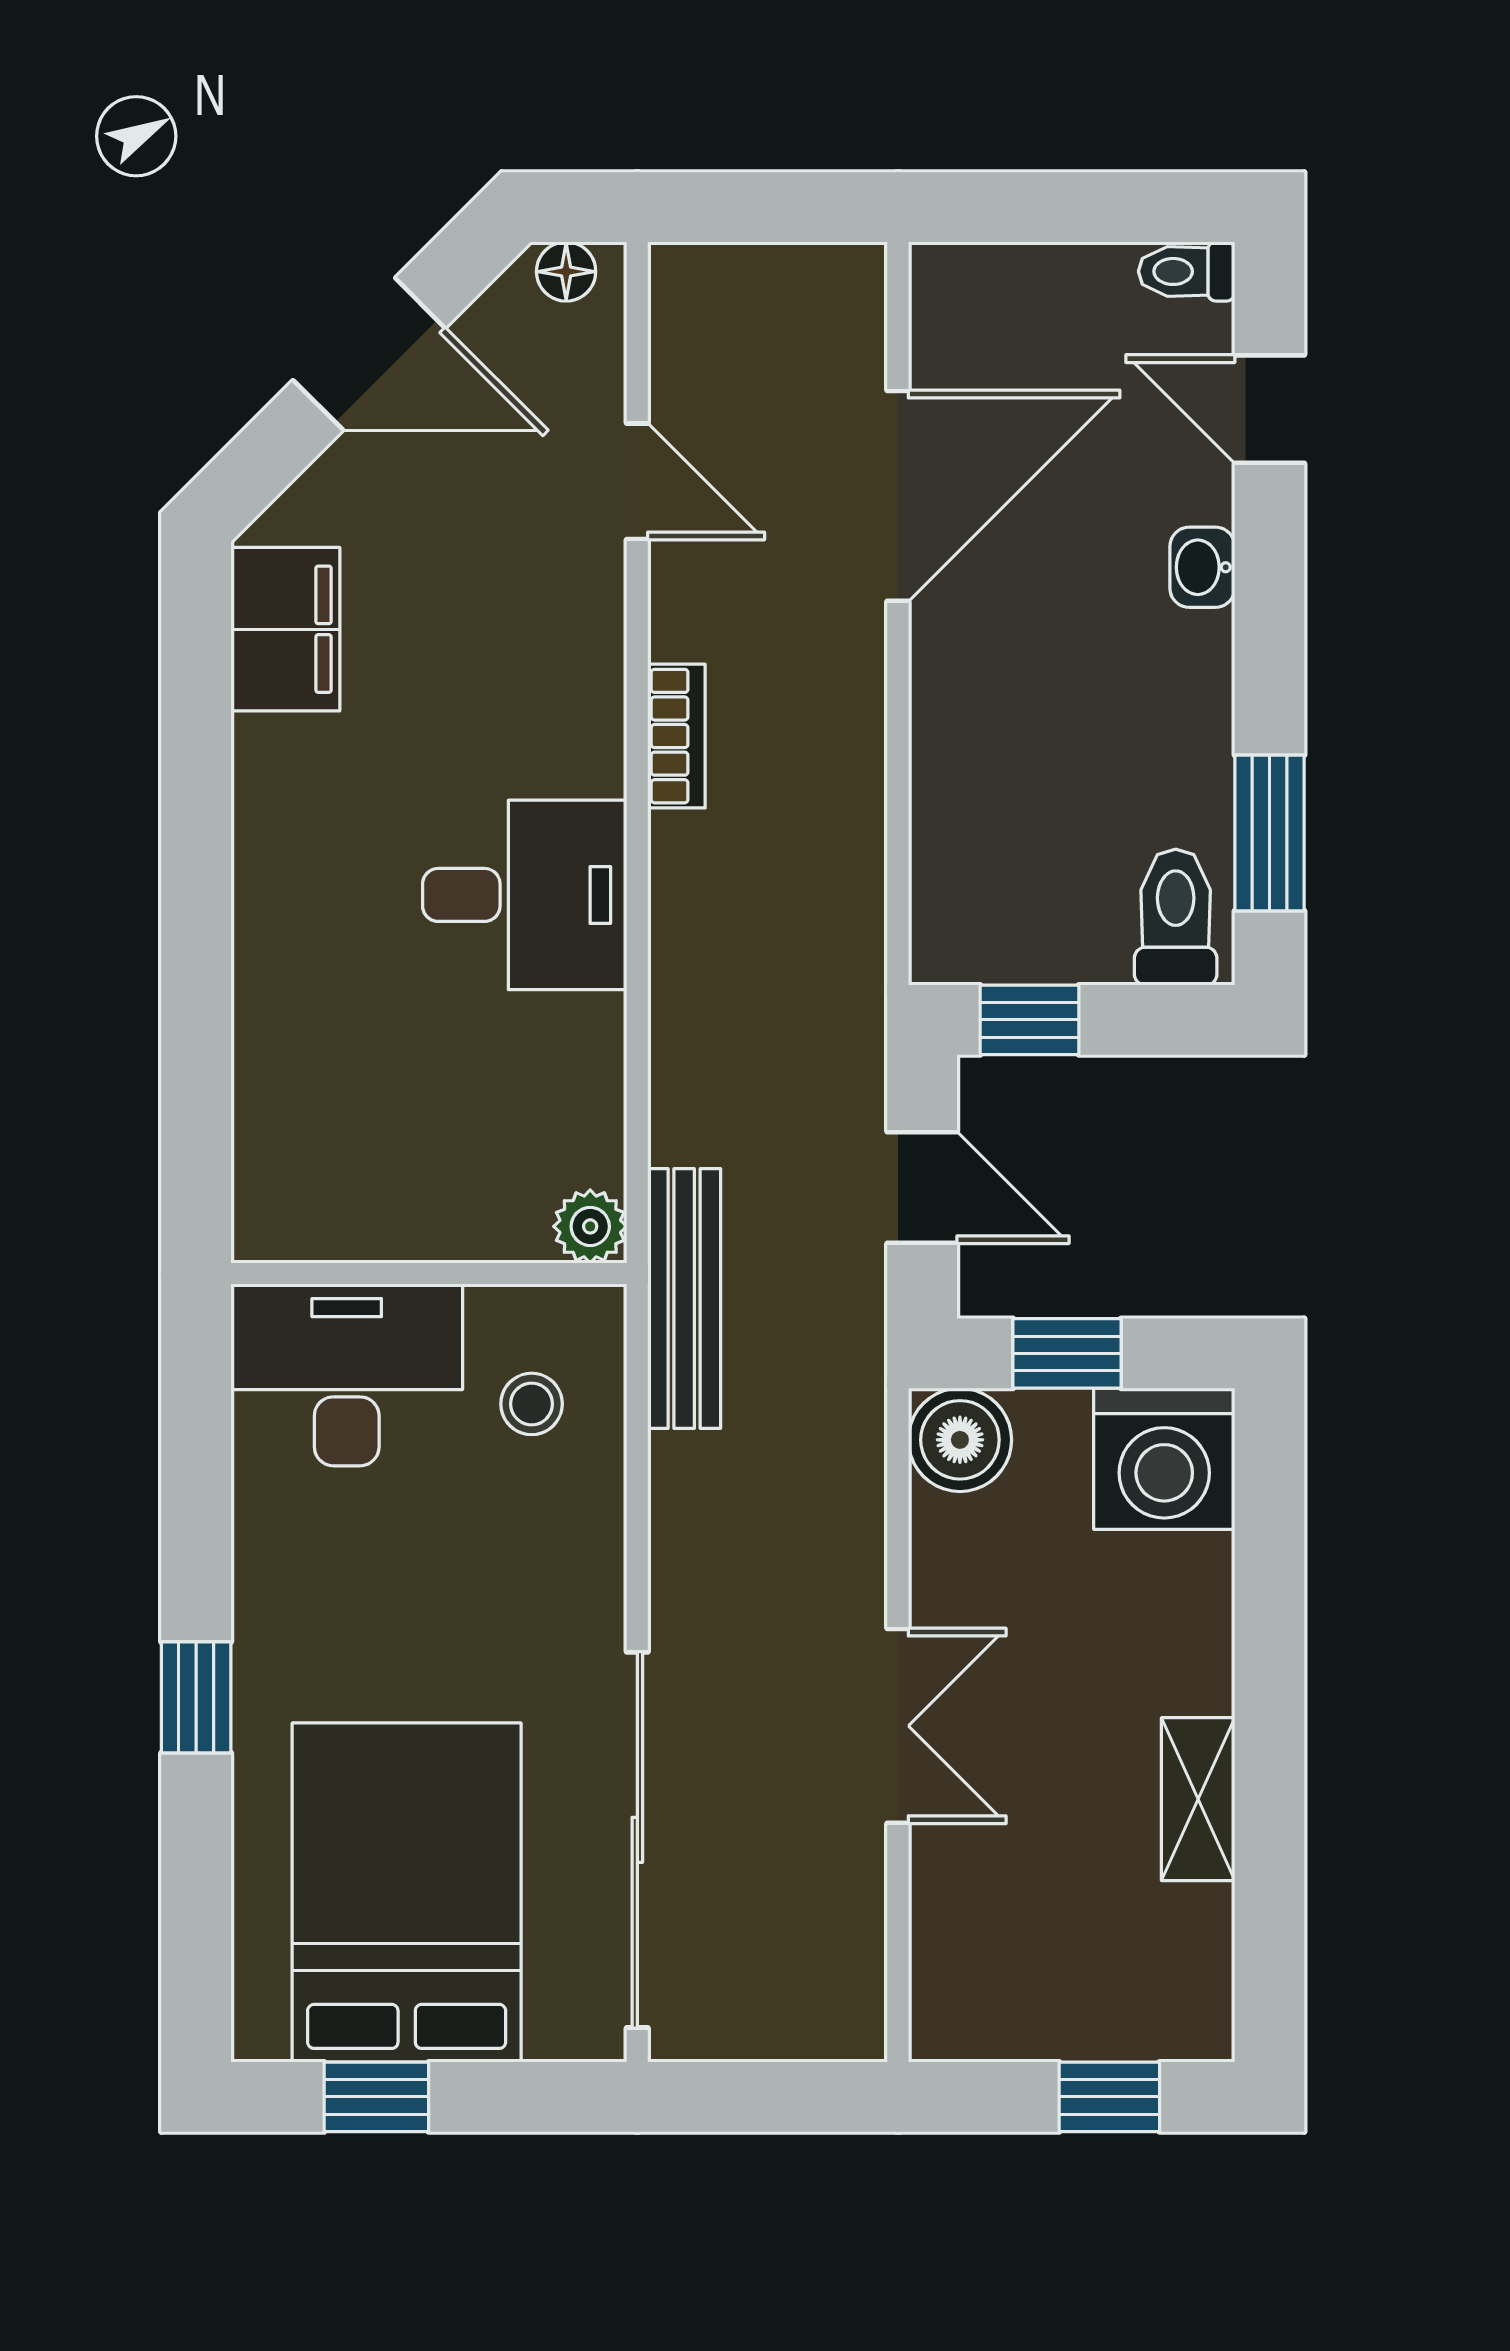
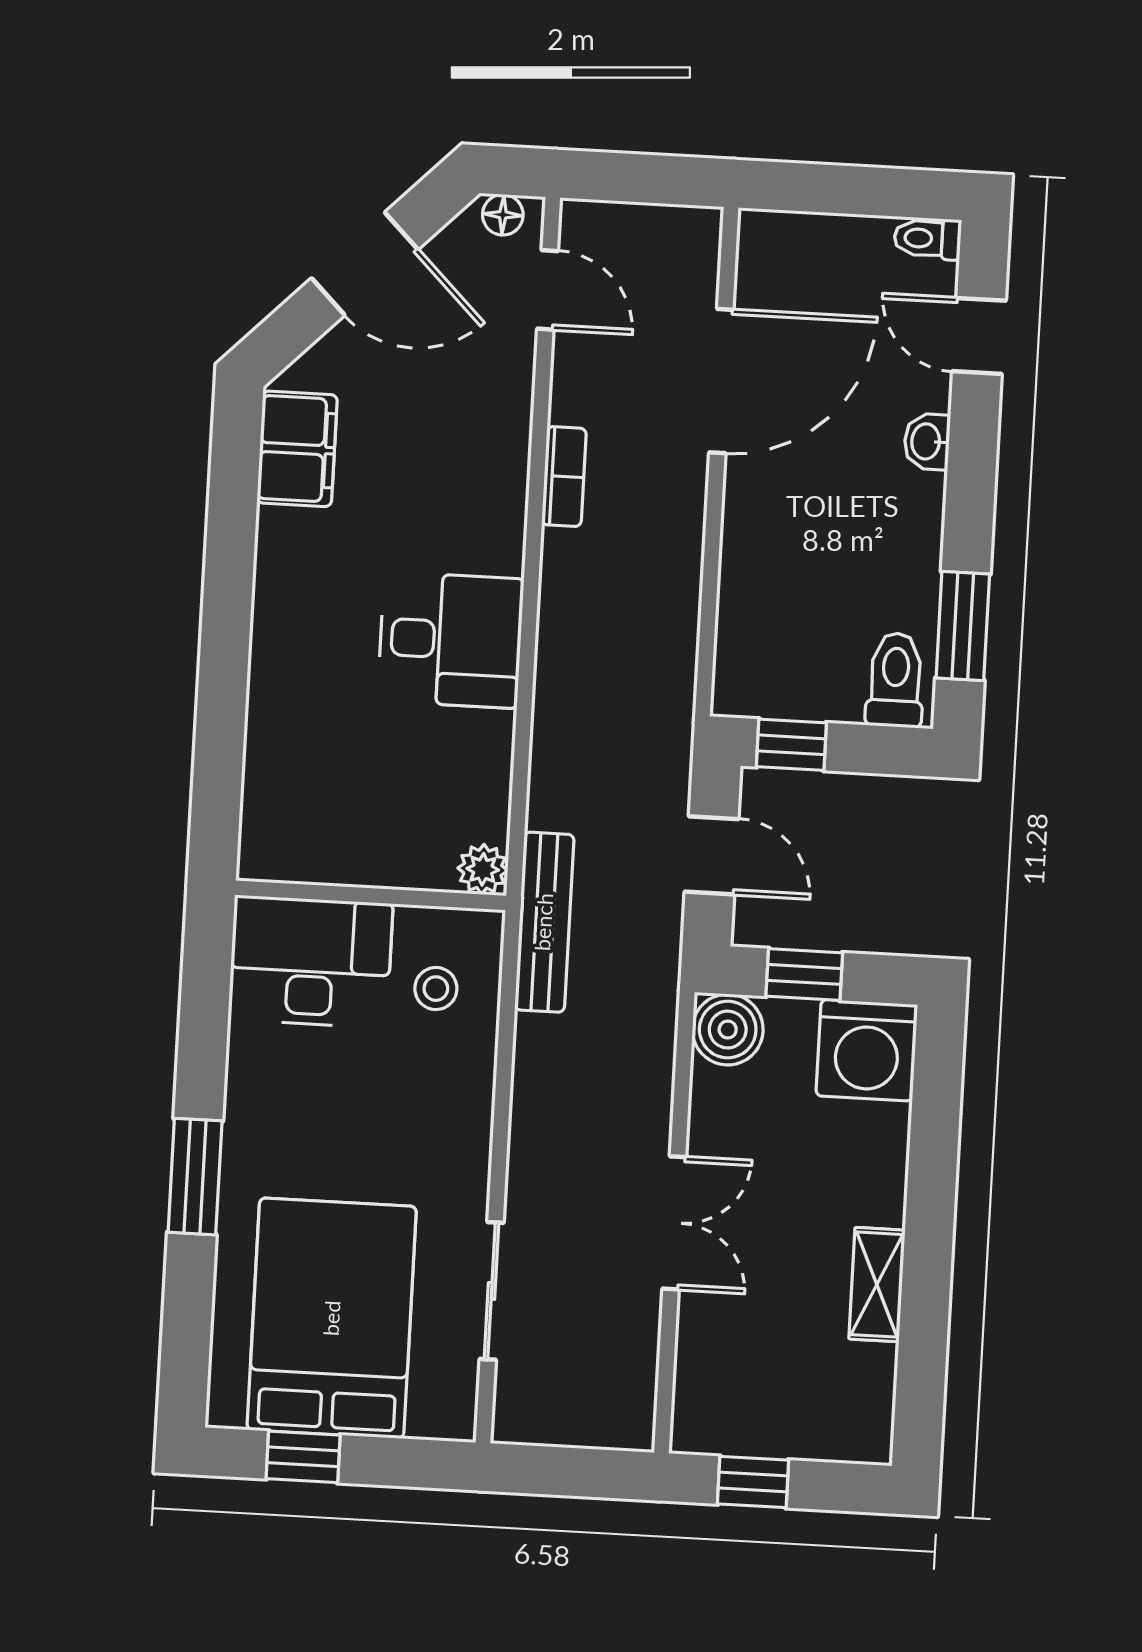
door: (637, 481) -> (548, 290), moved
bookcase: (676, 736) -> (564, 477), moved
window: (196, 1697) -> (195, 1177), width x1.50
sliding door: (637, 1840) -> (492, 1291), width x0.54
window: (1109, 2097) -> (753, 1482), moved

